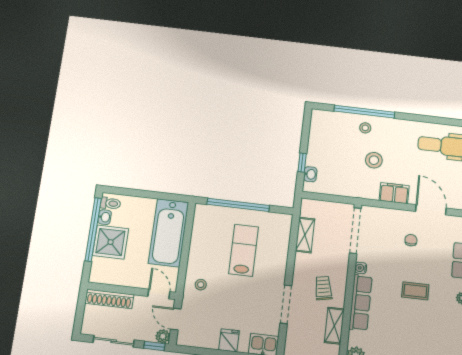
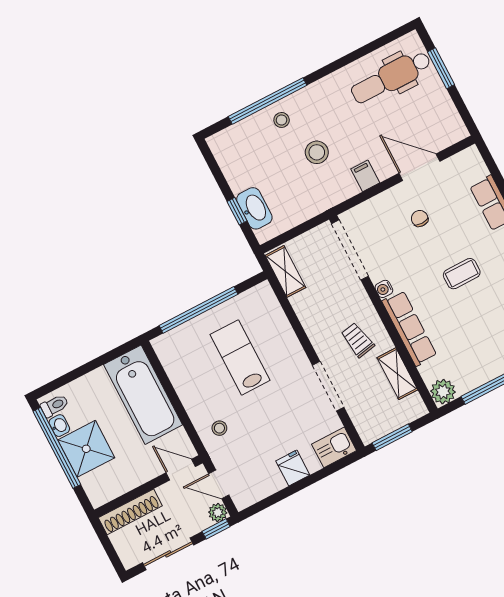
washbasin: (310, 174) -> (254, 208), width x1.91, depth x1.45
filing cabinet: (394, 193) -> (365, 176), width x0.50
shelving: (305, 235) -> (285, 271), moved

